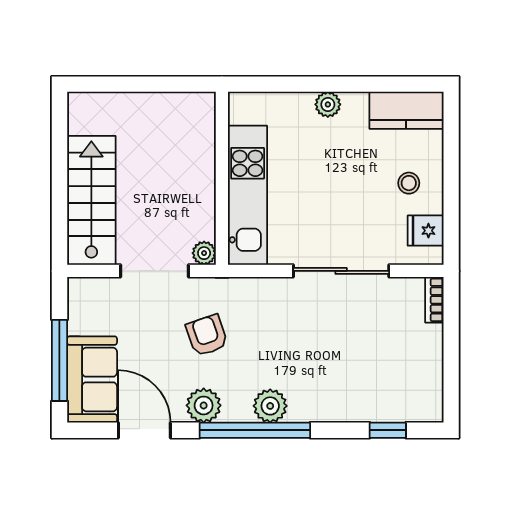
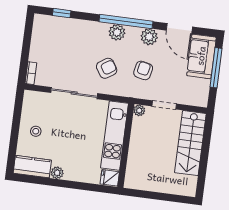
plant: (328, 104) -> (57, 173), moved
fridge: (426, 231) -> (110, 178), moved, turned 180
doorway: (155, 271) -> (164, 105), width x0.73
armchair: (282, 330) -> (107, 68), added
armchair: (207, 335) -> (143, 70), turned -149

